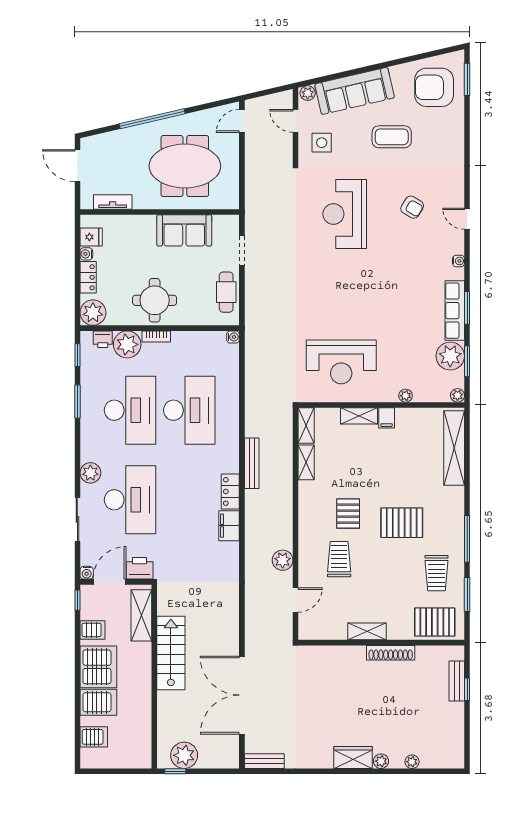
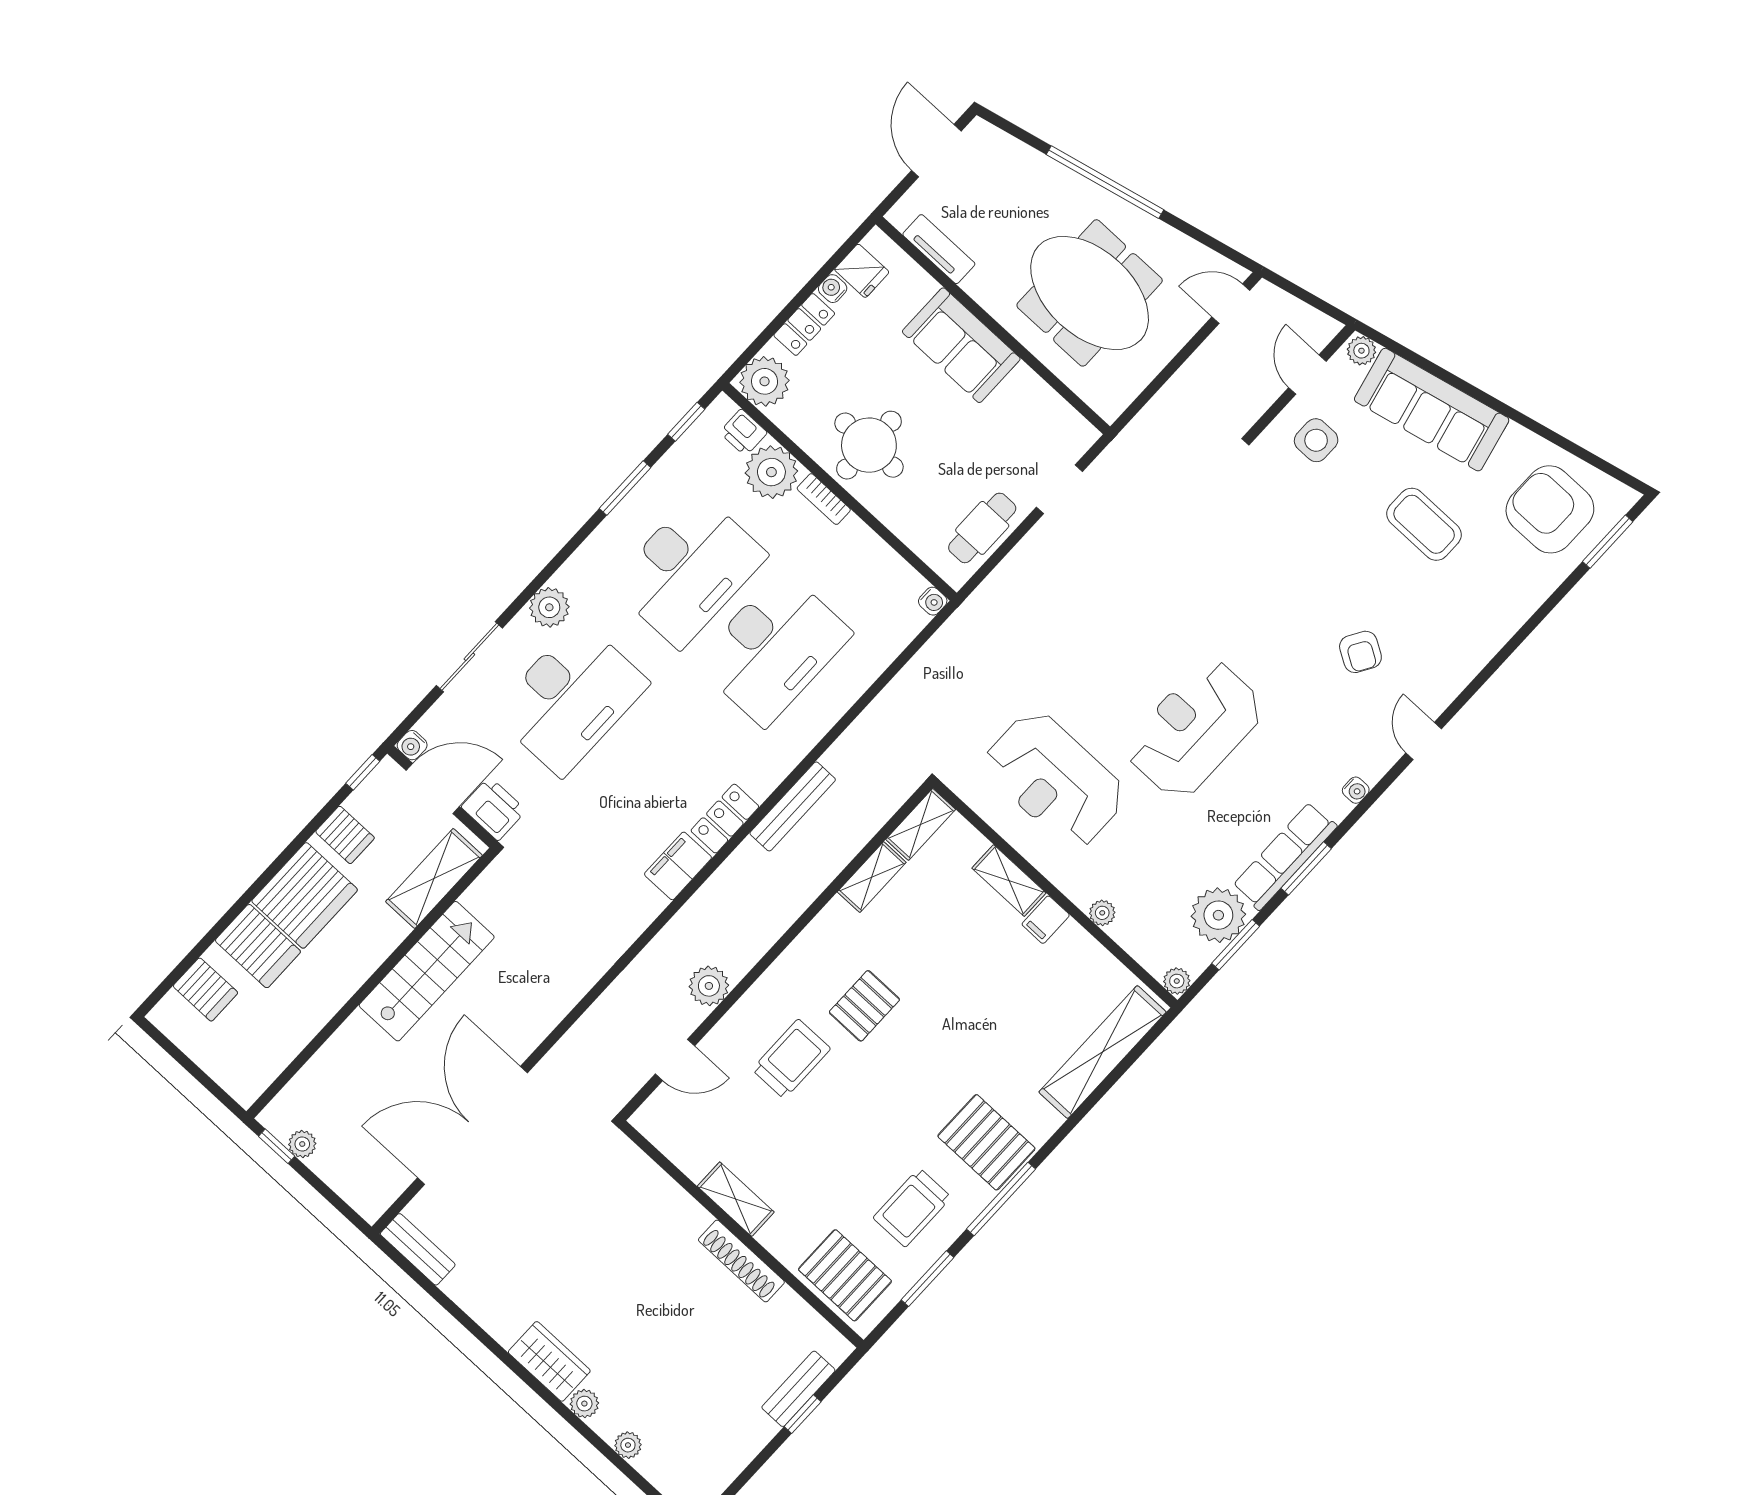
reception desk: (345, 214) -> (1195, 729), moved
sofa: (184, 230) -> (961, 345), moved
pallet: (402, 523) -> (986, 1142), moved
plant: (184, 755) -> (302, 1144), width x0.53, depth x0.53

